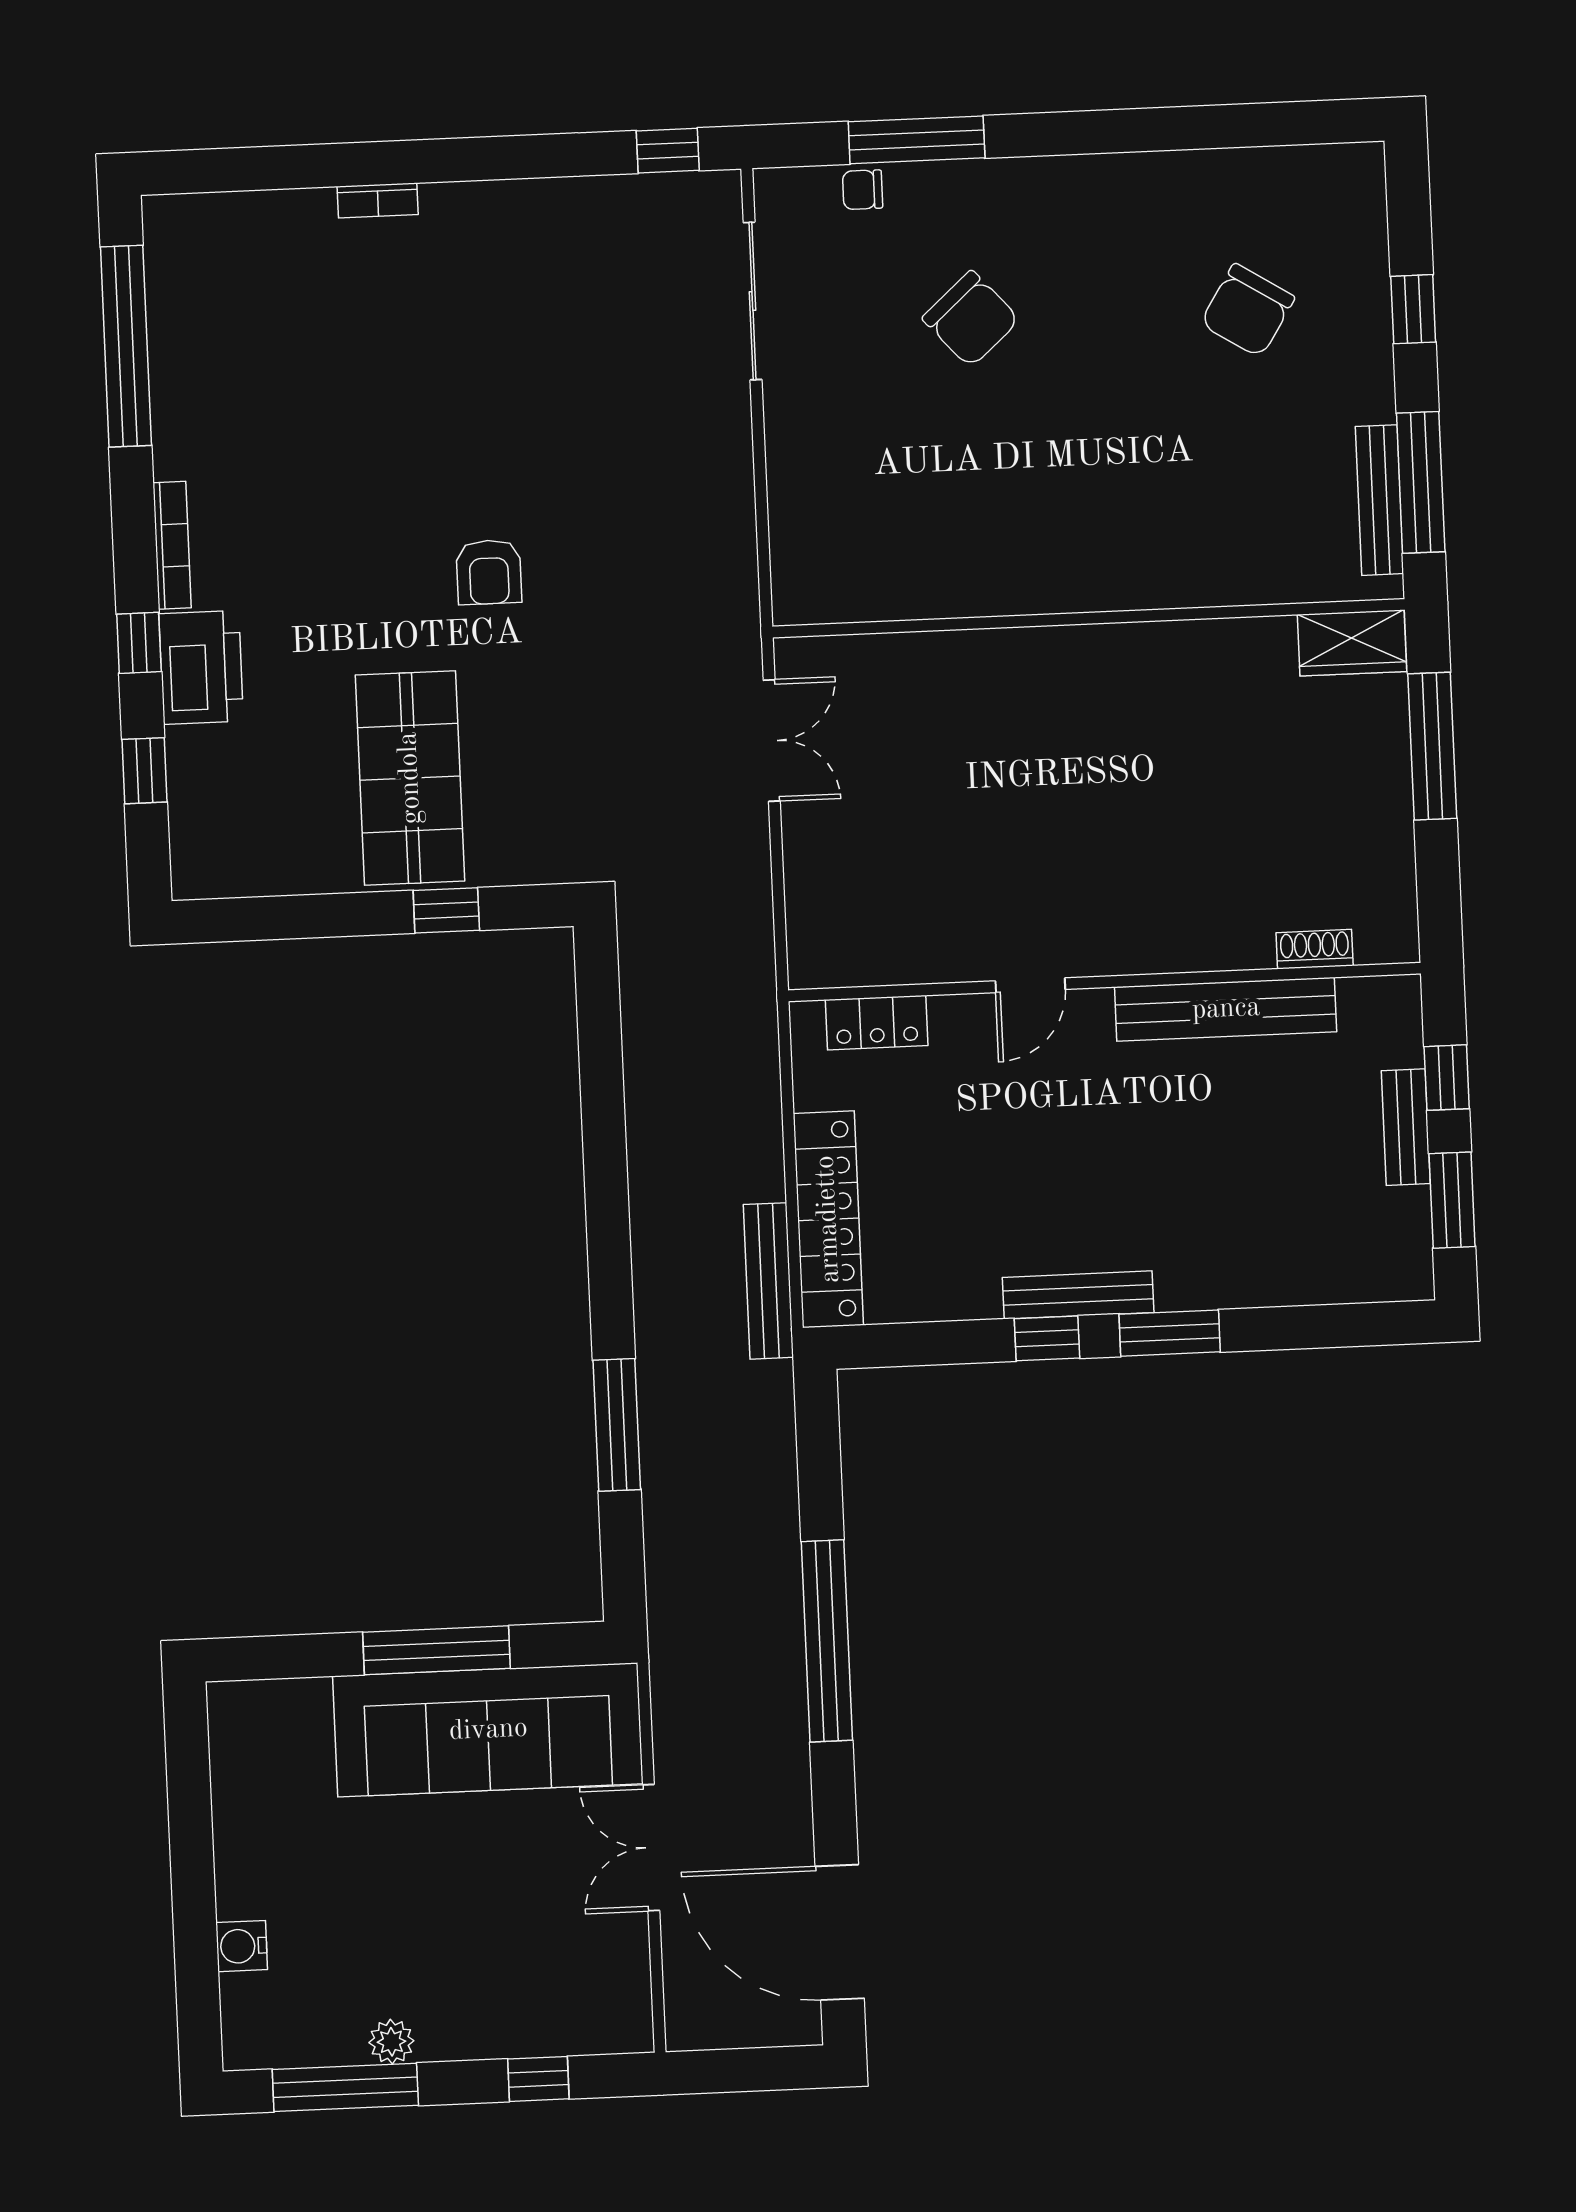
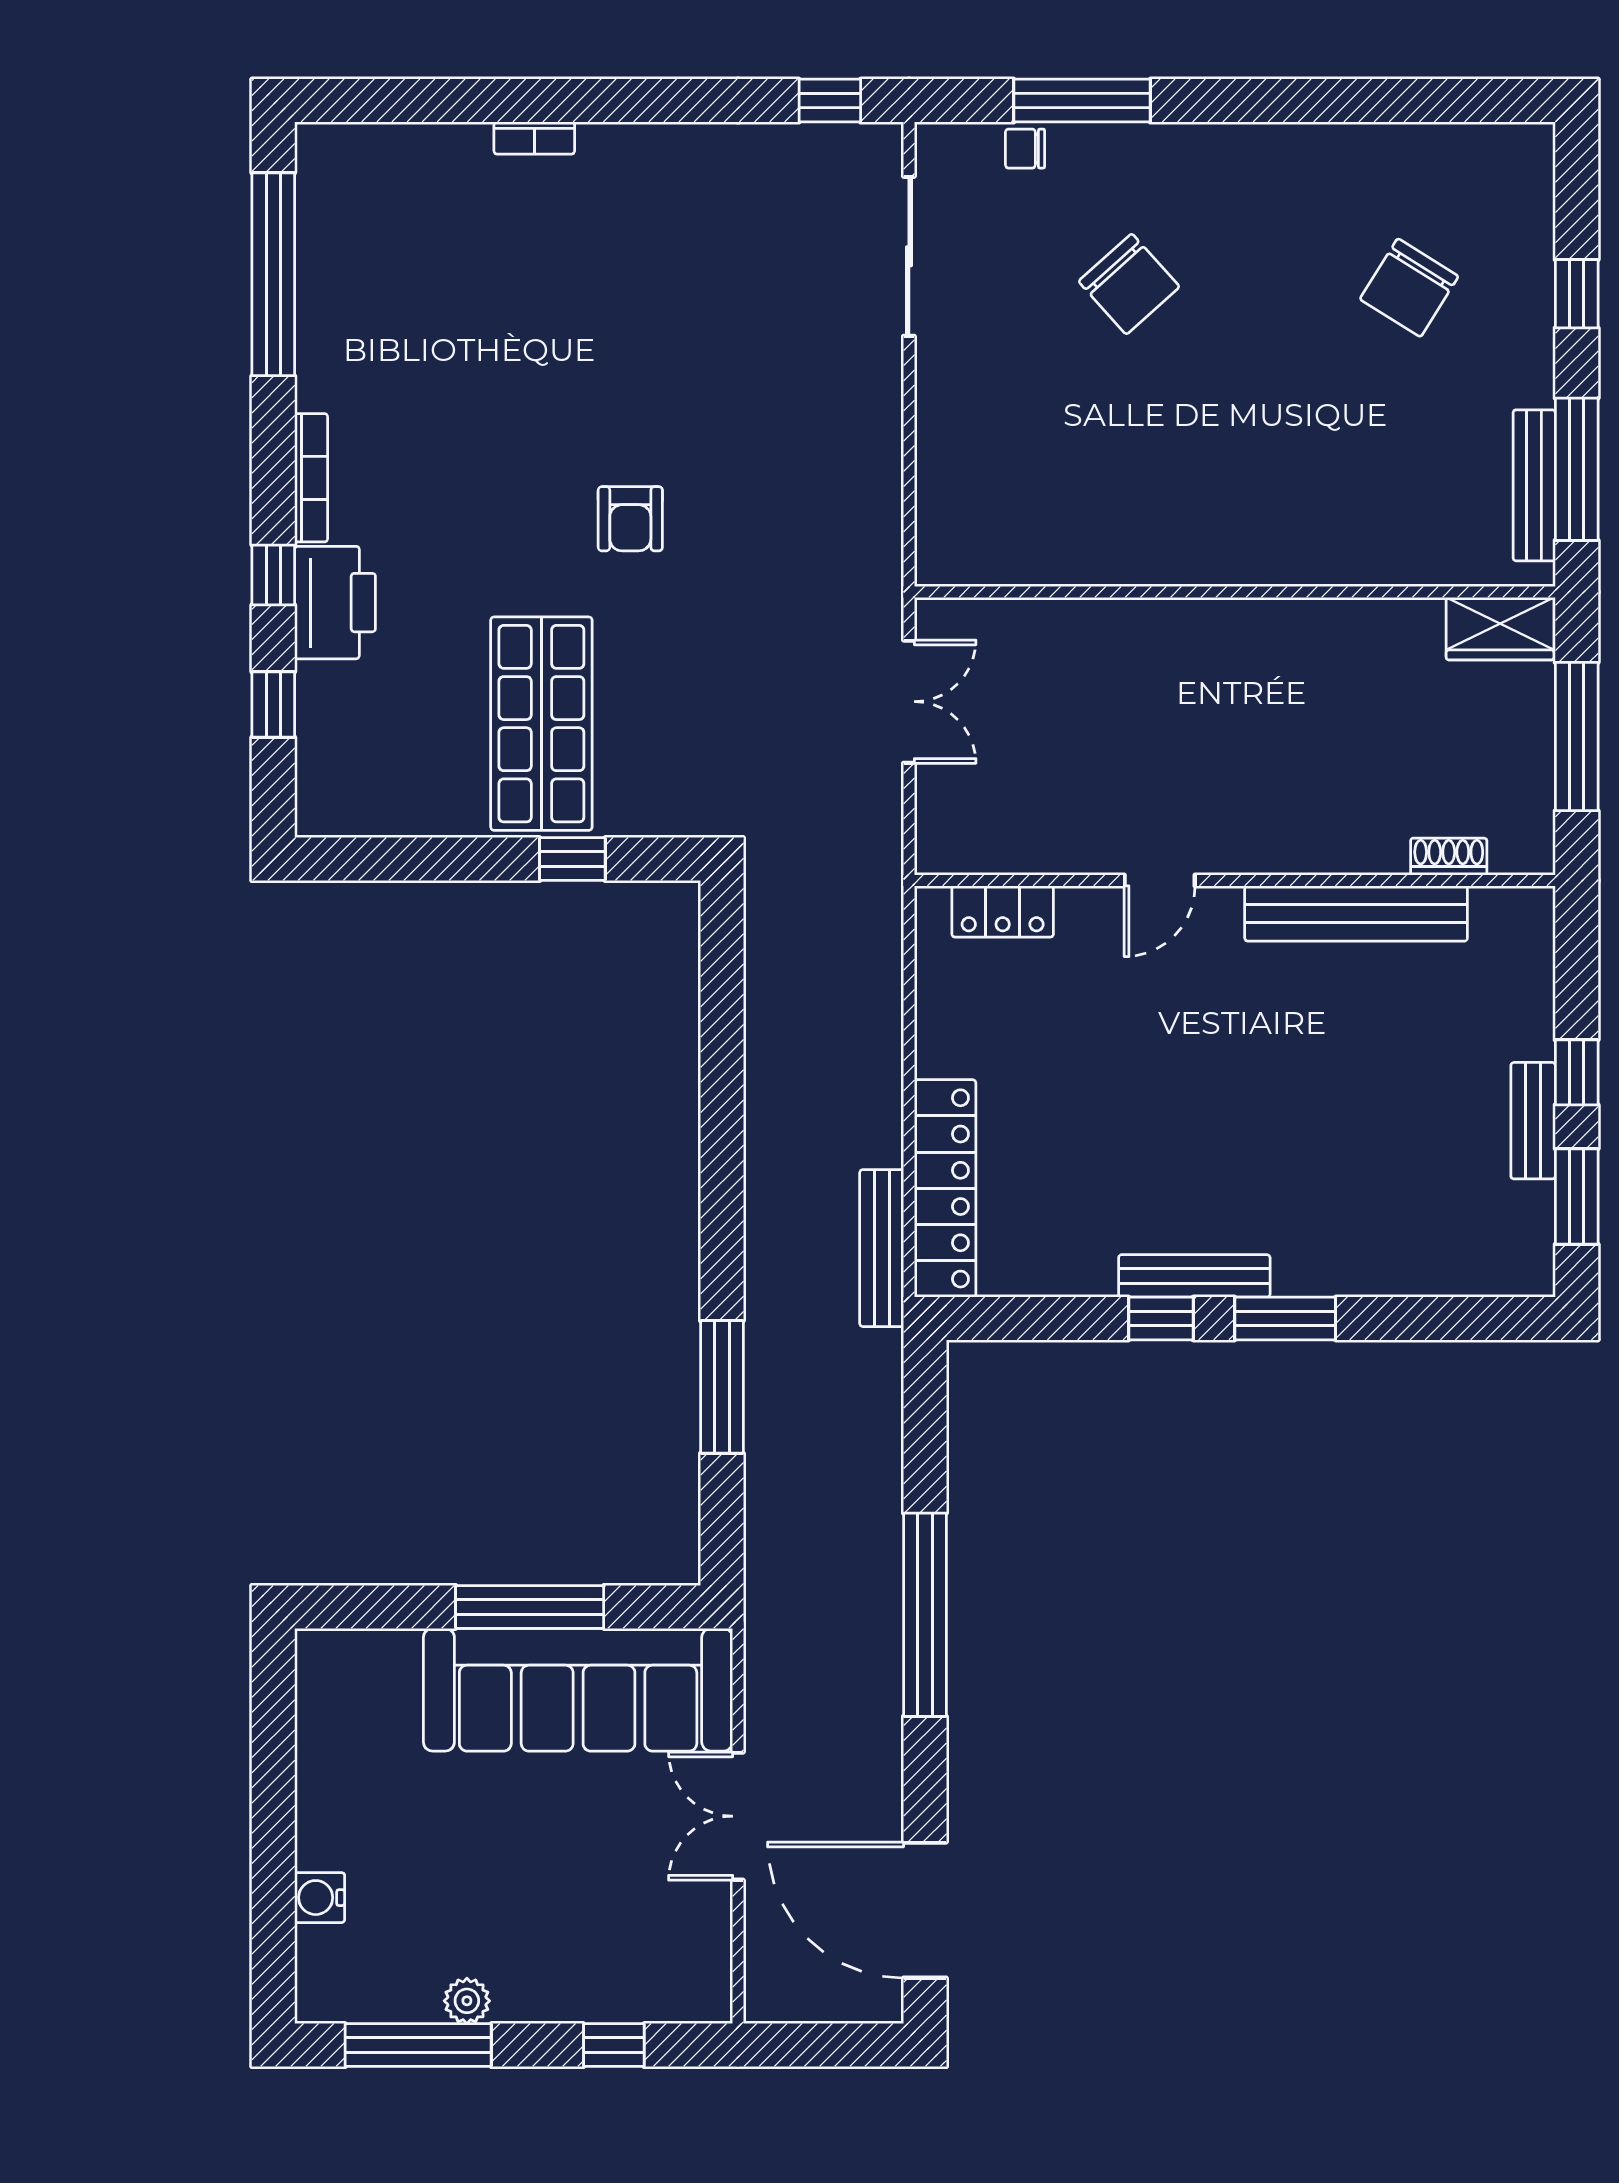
shoe rack: (1315, 949) -> (1449, 857), moved
wall: (1104, 982) -> (1235, 880), moved
door: (1030, 985) -> (1160, 880), moved
bench: (1226, 1009) -> (1356, 913), moved
locker: (877, 1023) -> (1003, 911), moved

